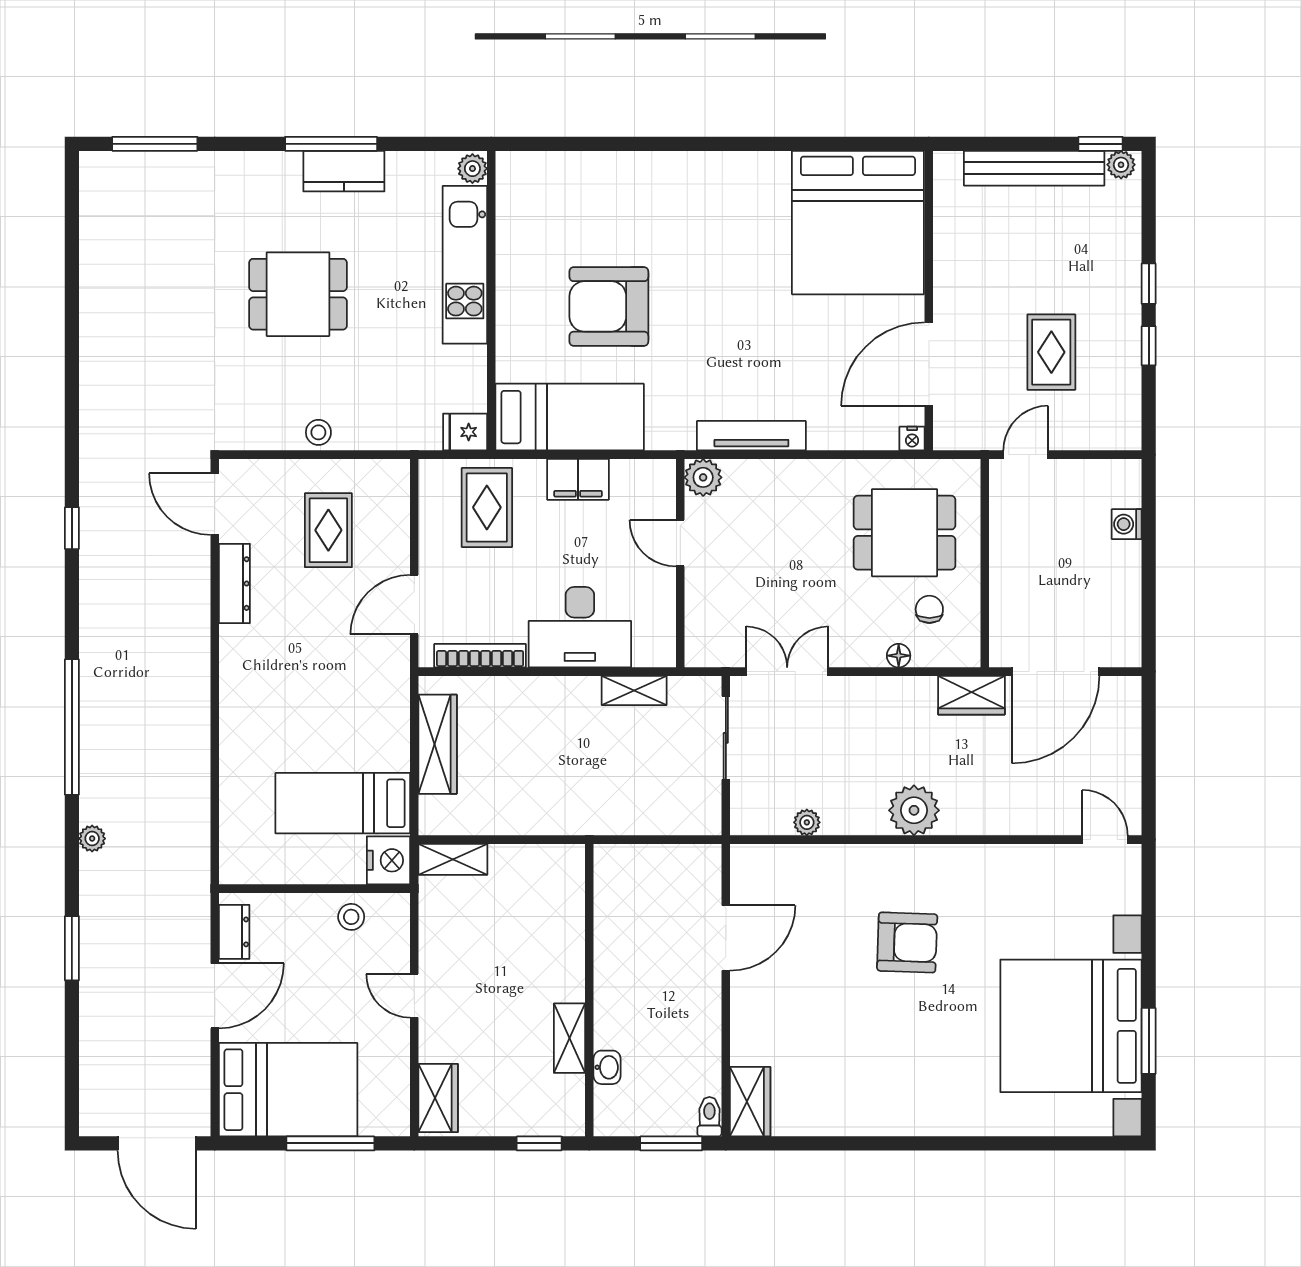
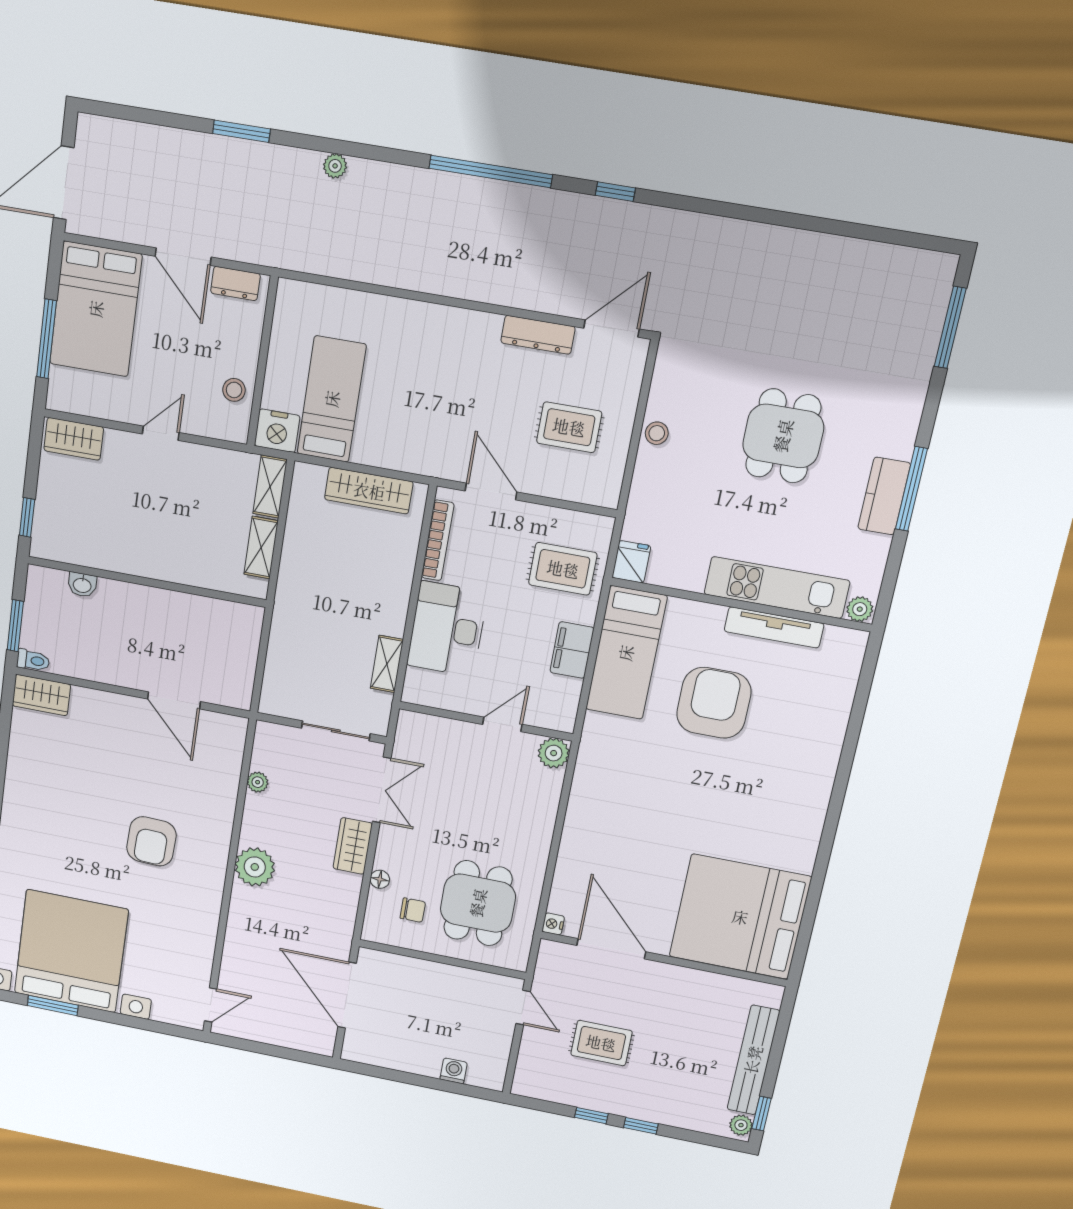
tv unit: (751, 436) -> (774, 627), moved, turned 90
wardrobe: (971, 695) -> (353, 846), moved
window: (72, 727) -> (491, 172), moved
shelving: (569, 1038) -> (261, 548), moved, turned 90

